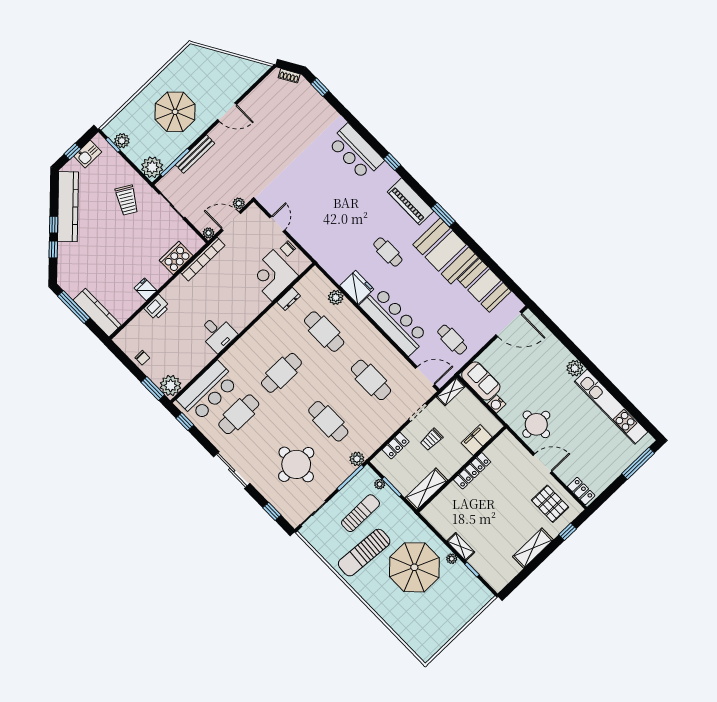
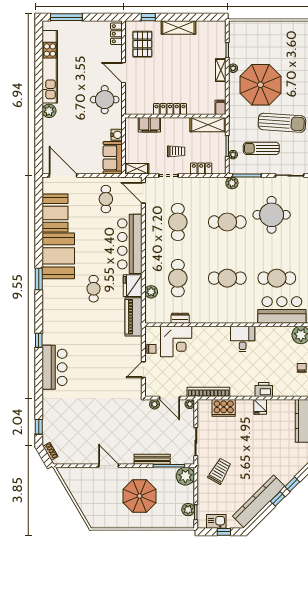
piano: (411, 201) -> (134, 317), moved, turned 180
cafe table: (328, 421) -> (227, 222), turned 90
filing cabinet: (430, 514) -> (220, 107), added

